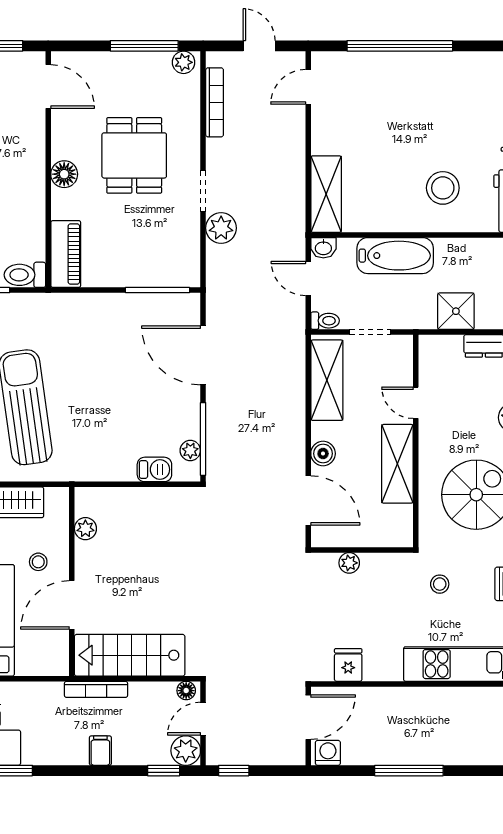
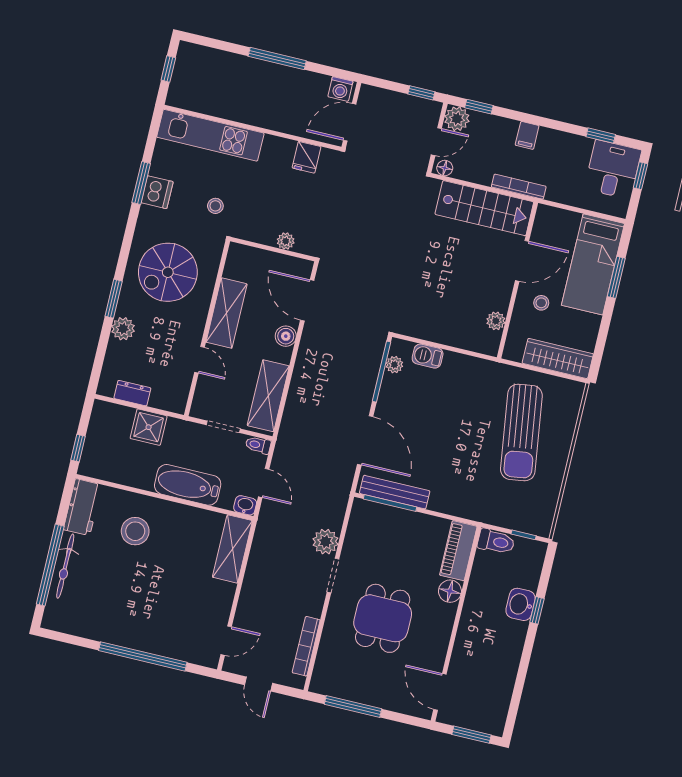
plant: (184, 62) -> (324, 685), removed
floor lamp: (64, 174) -> (450, 591), moved
bench: (155, 304) -> (395, 492), added

